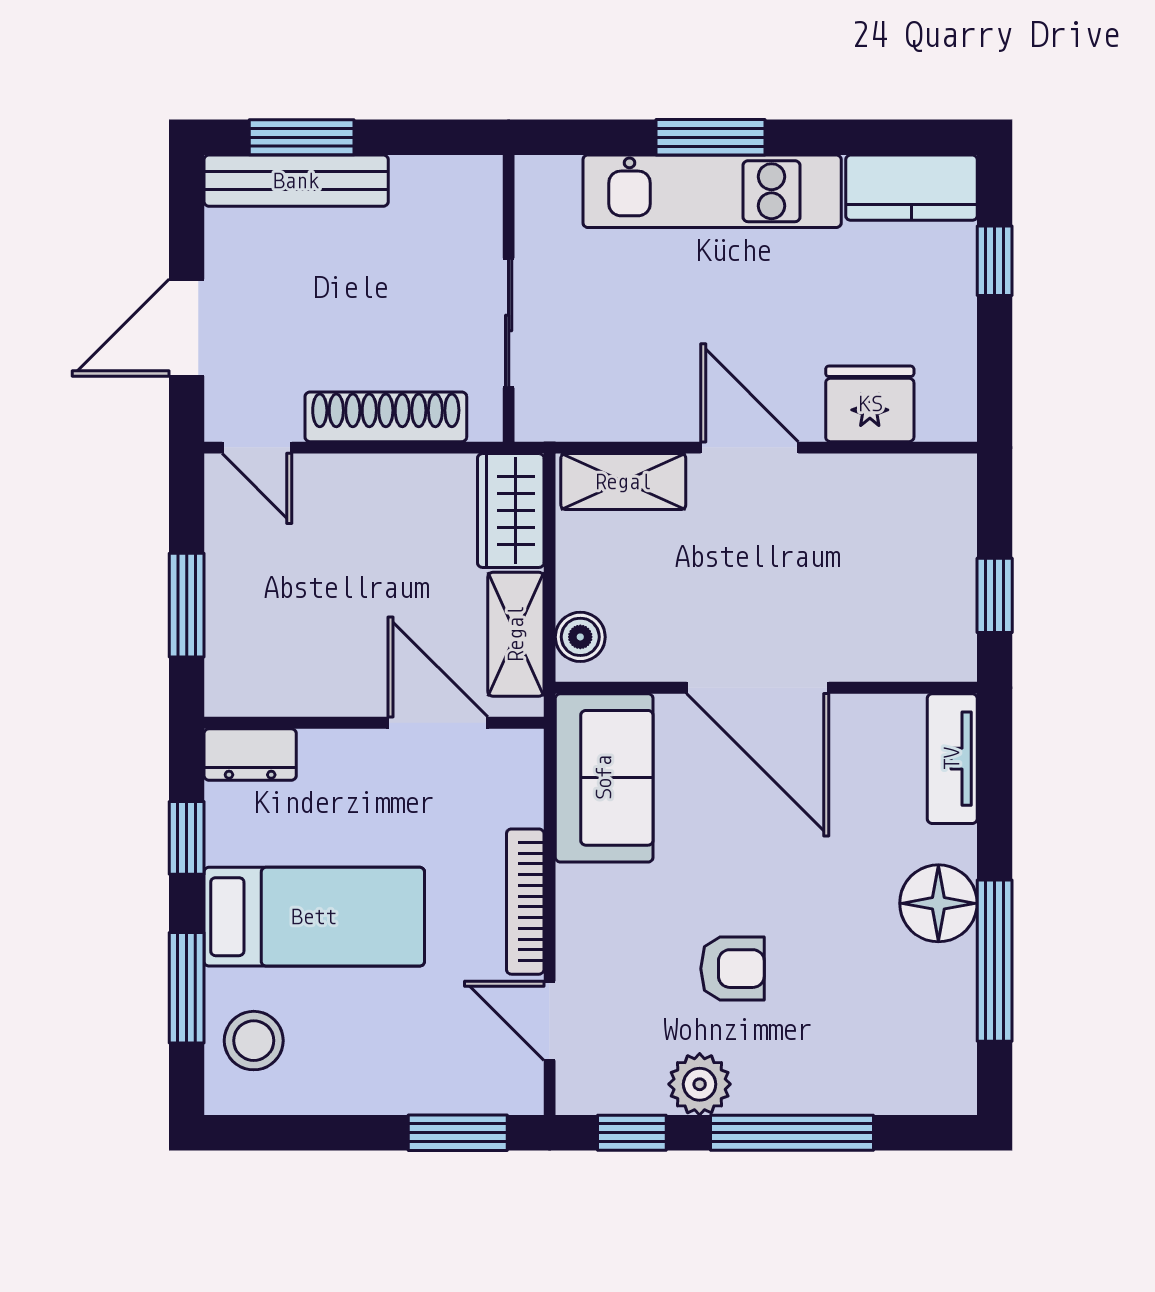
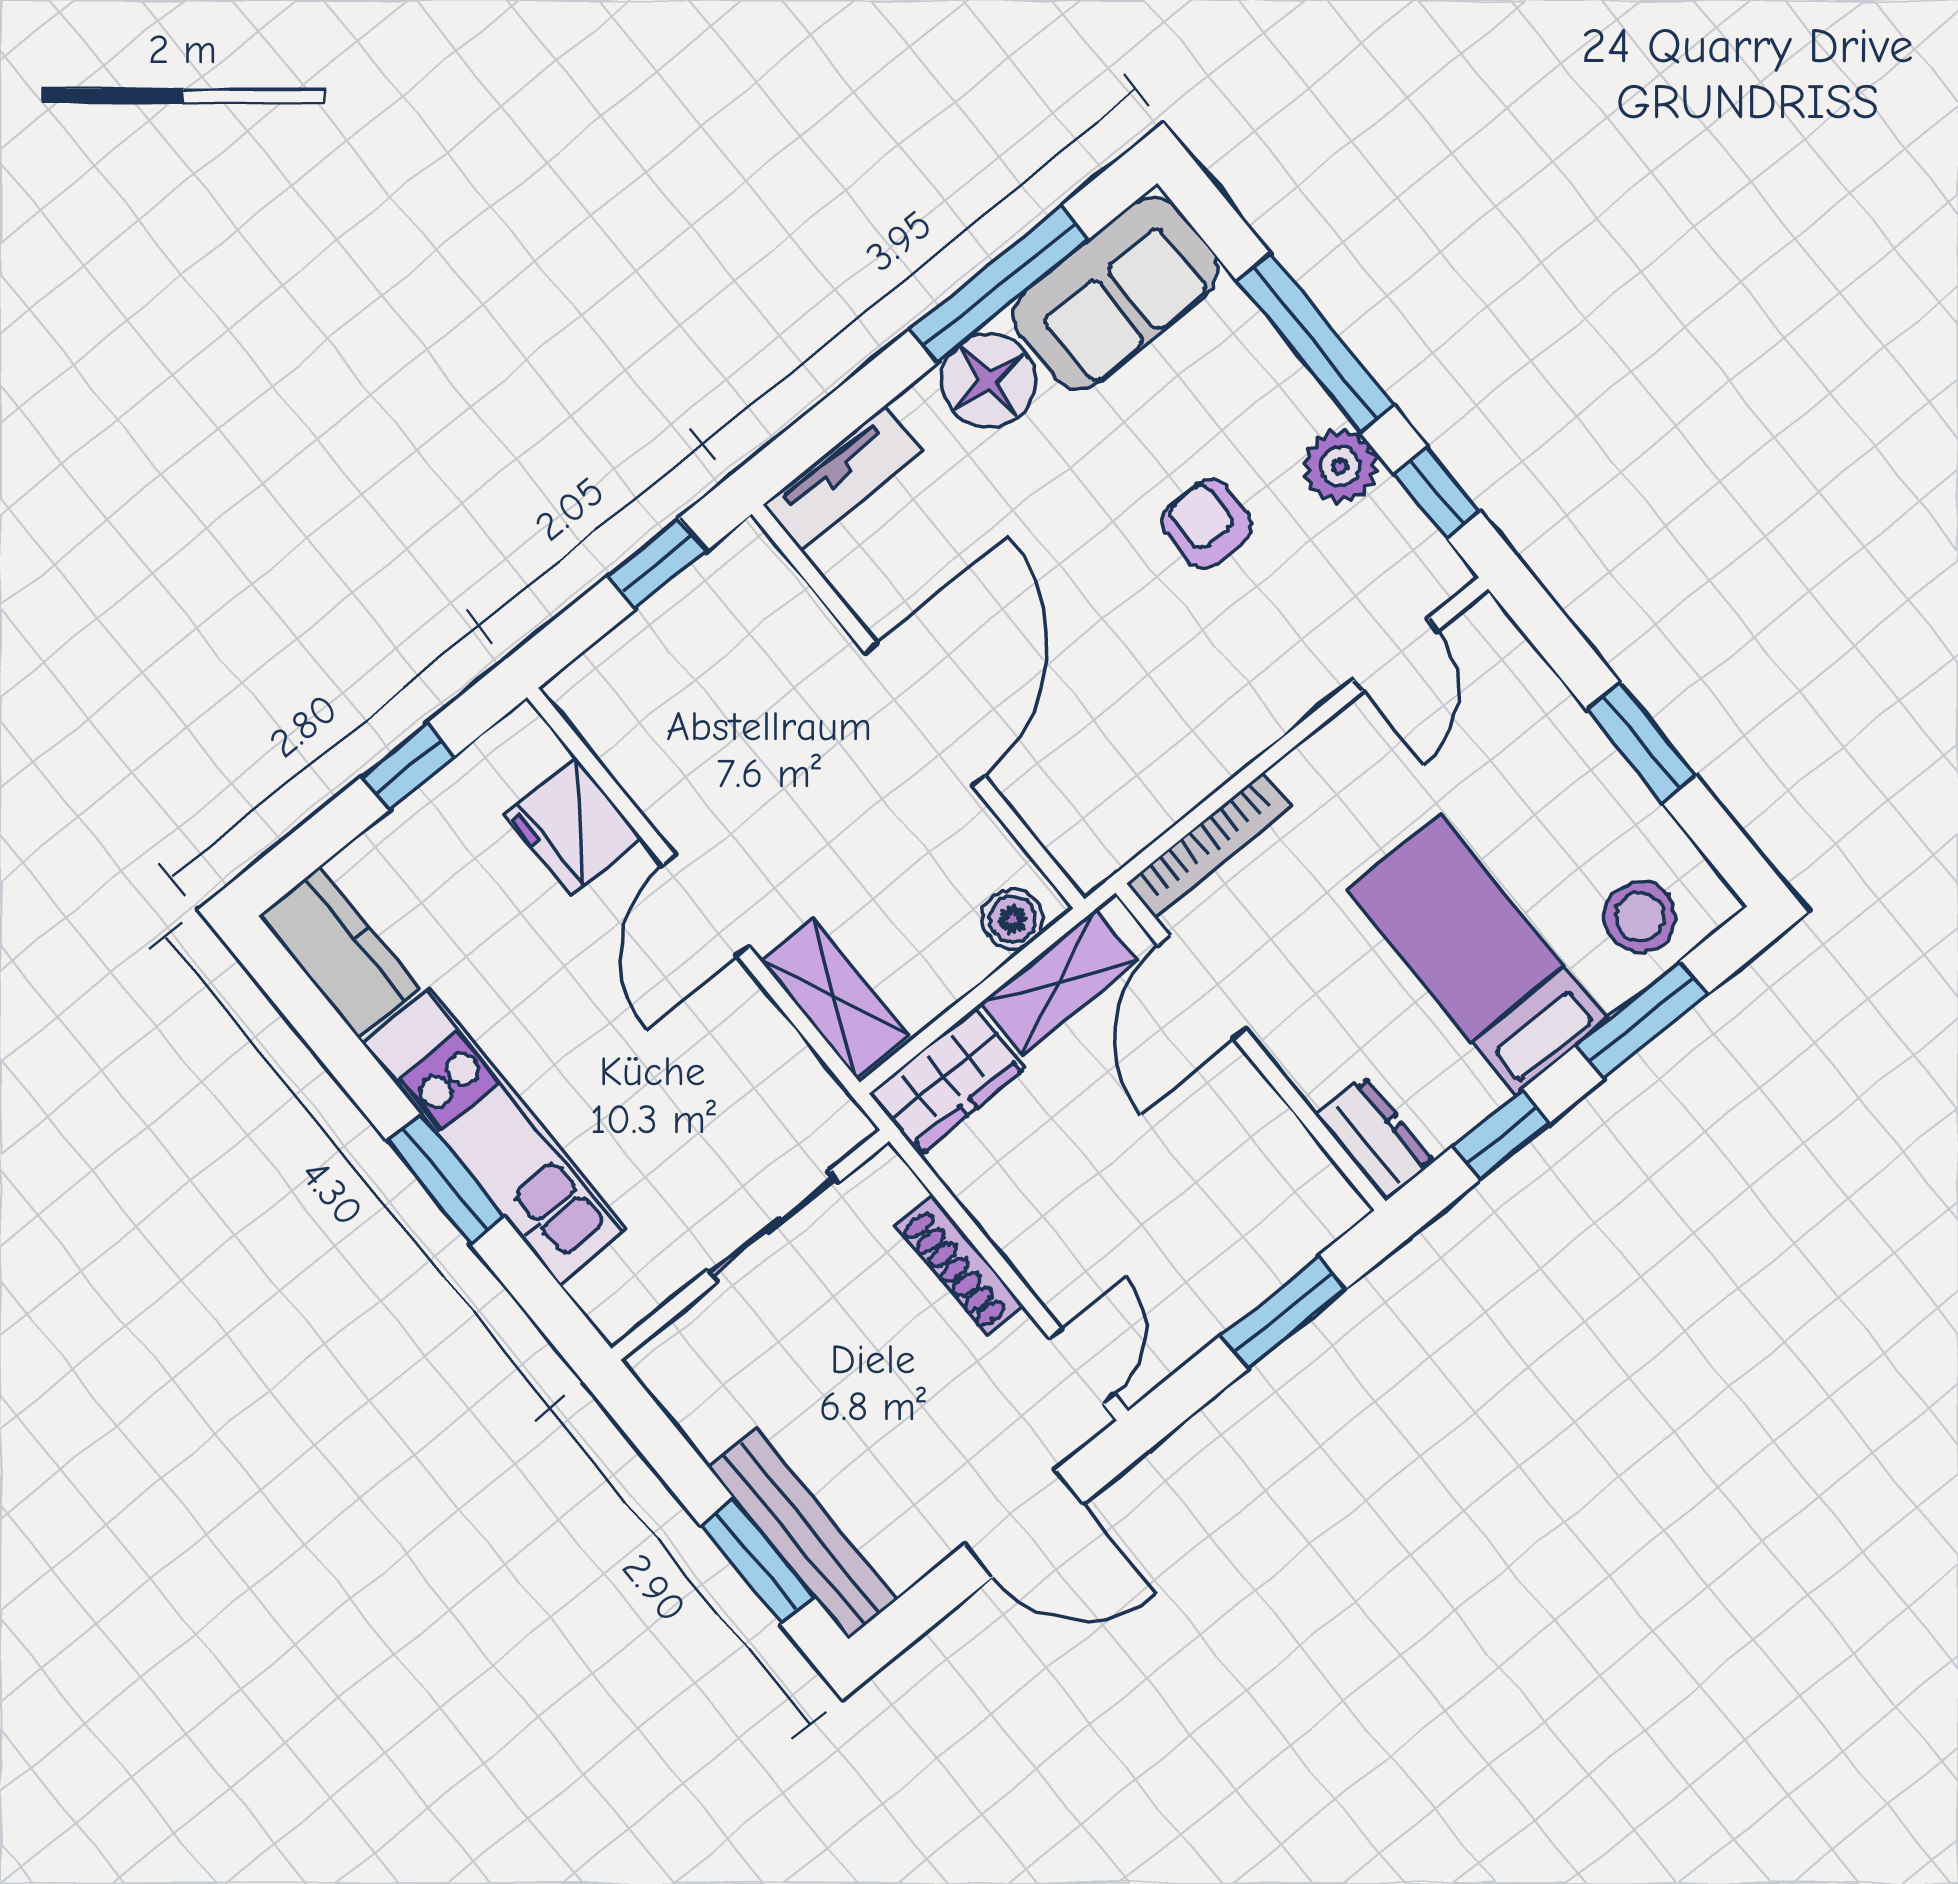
window: (995, 261) -> (408, 767), moved
shoe rack: (386, 417) -> (959, 1266), width x0.74, depth x0.81
sofa: (604, 778) -> (1116, 293), moved, turned 180
bookcase: (525, 902) -> (1209, 845), moved
window: (458, 1133) -> (1641, 742), moved

